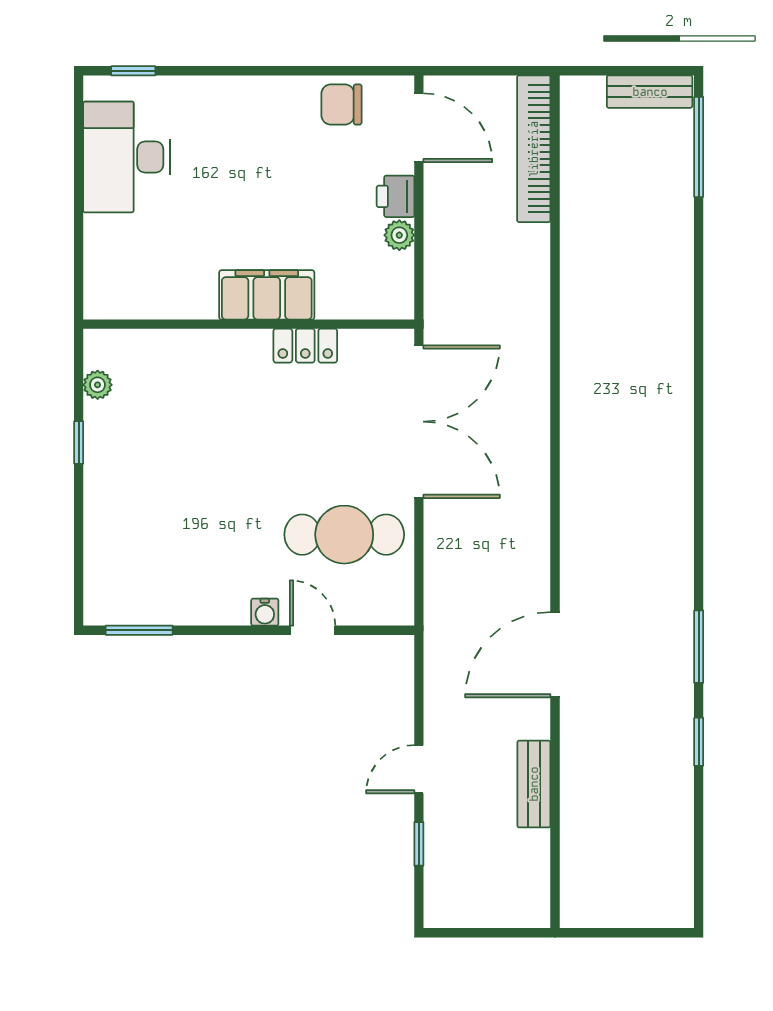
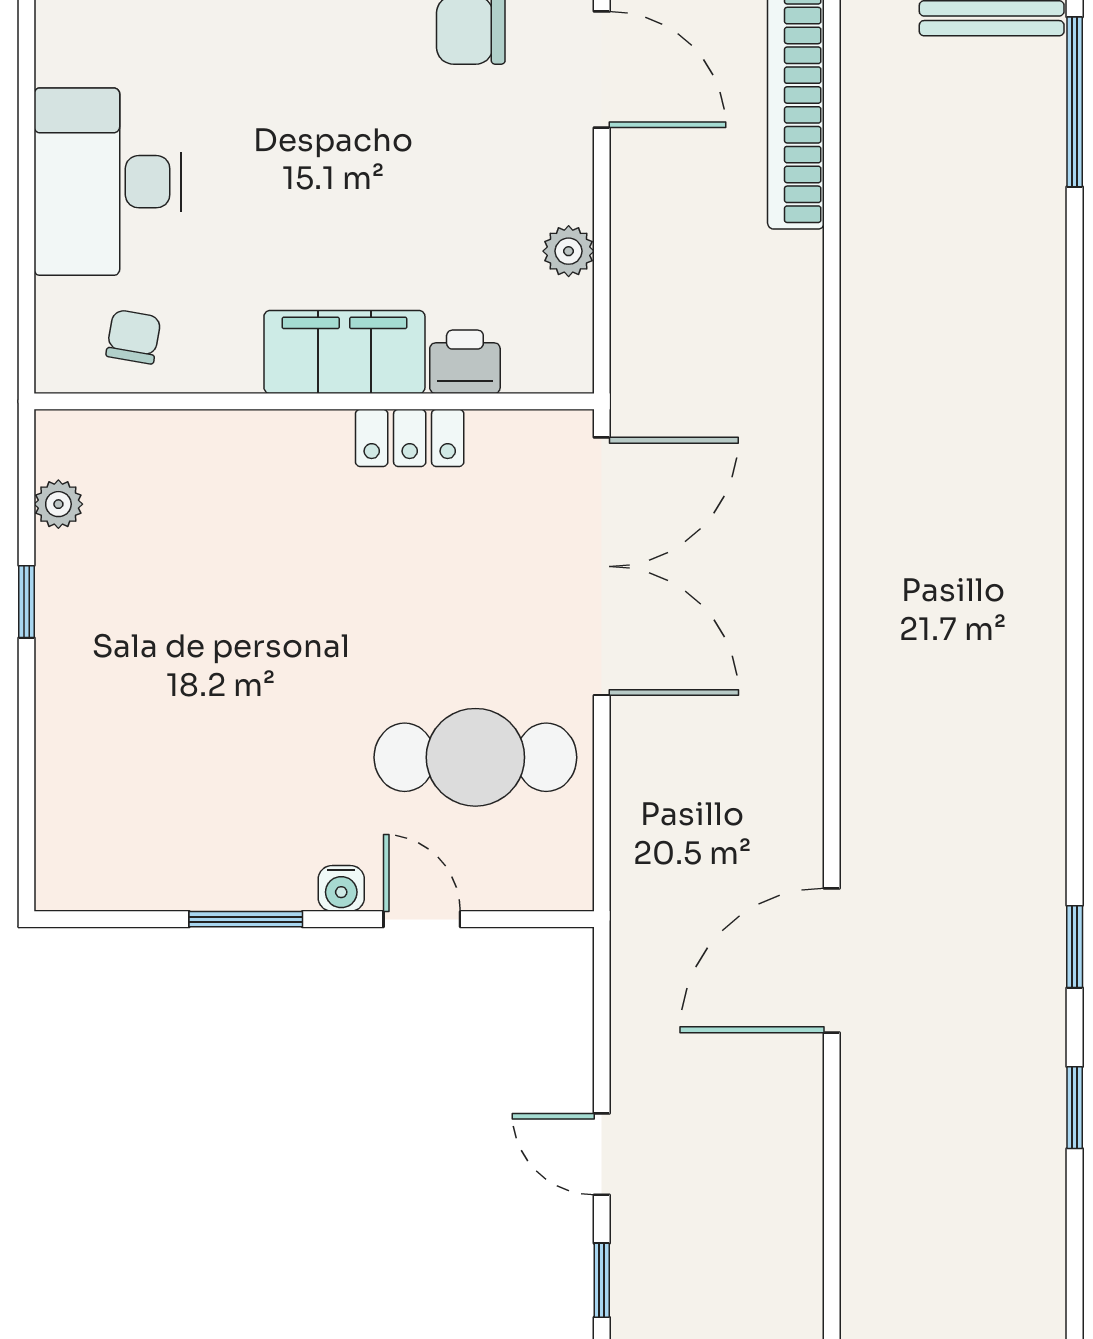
desk: (127, 157) -> (108, 182), moved
printer: (396, 196) -> (465, 362), moved, turned 90
chair: (142, 286) -> (133, 337), added
window: (139, 630) -> (246, 919), moved
window: (699, 647) -> (1075, 947), width x0.67
door: (419, 769) -> (602, 1154), hinge flipped
bench: (534, 784) -> (796, 1179), removed

